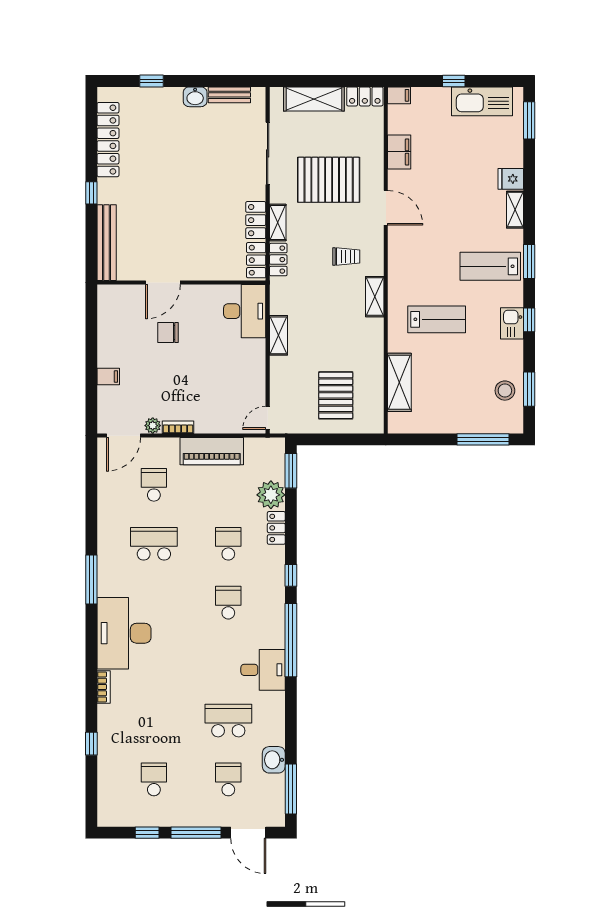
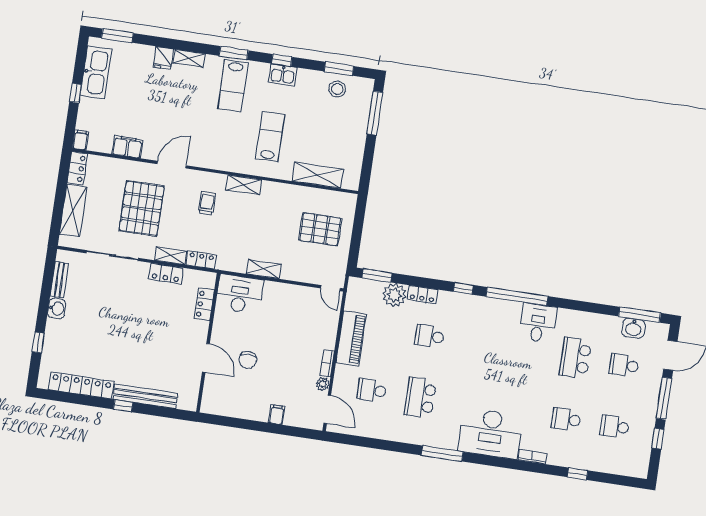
bench: (107, 243) -> (145, 396), moved
locker: (256, 260) -> (204, 304), moved, turned 90
school desk: (228, 603) -> (566, 419), moved
washbasin: (274, 760) -> (633, 328), moved

